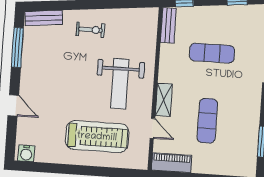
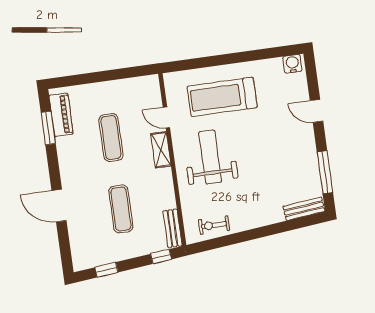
exercise bike: (90, 30) -> (214, 225), moved
exercise mat: (212, 53) -> (121, 209), turned 90
piano: (172, 163) -> (61, 115), moved, turned -90

